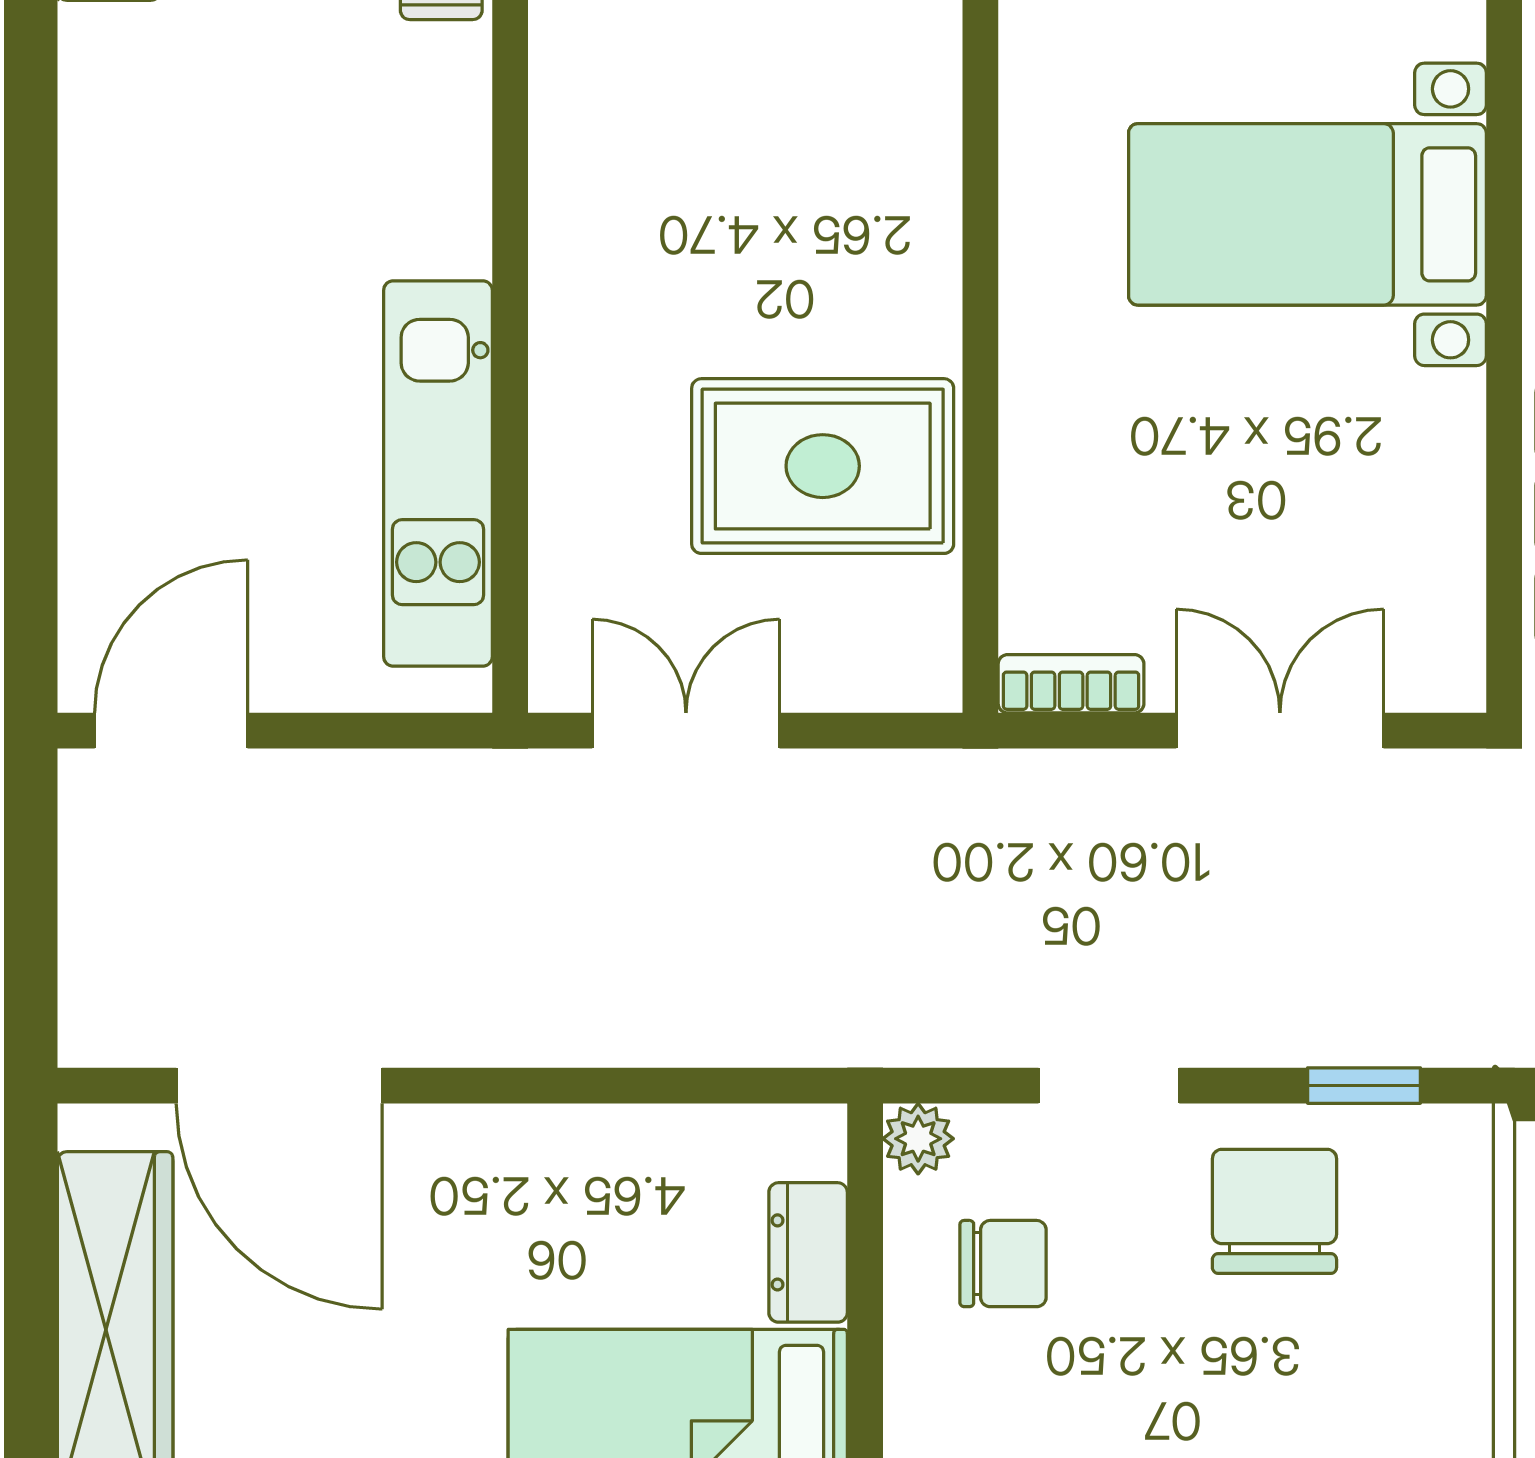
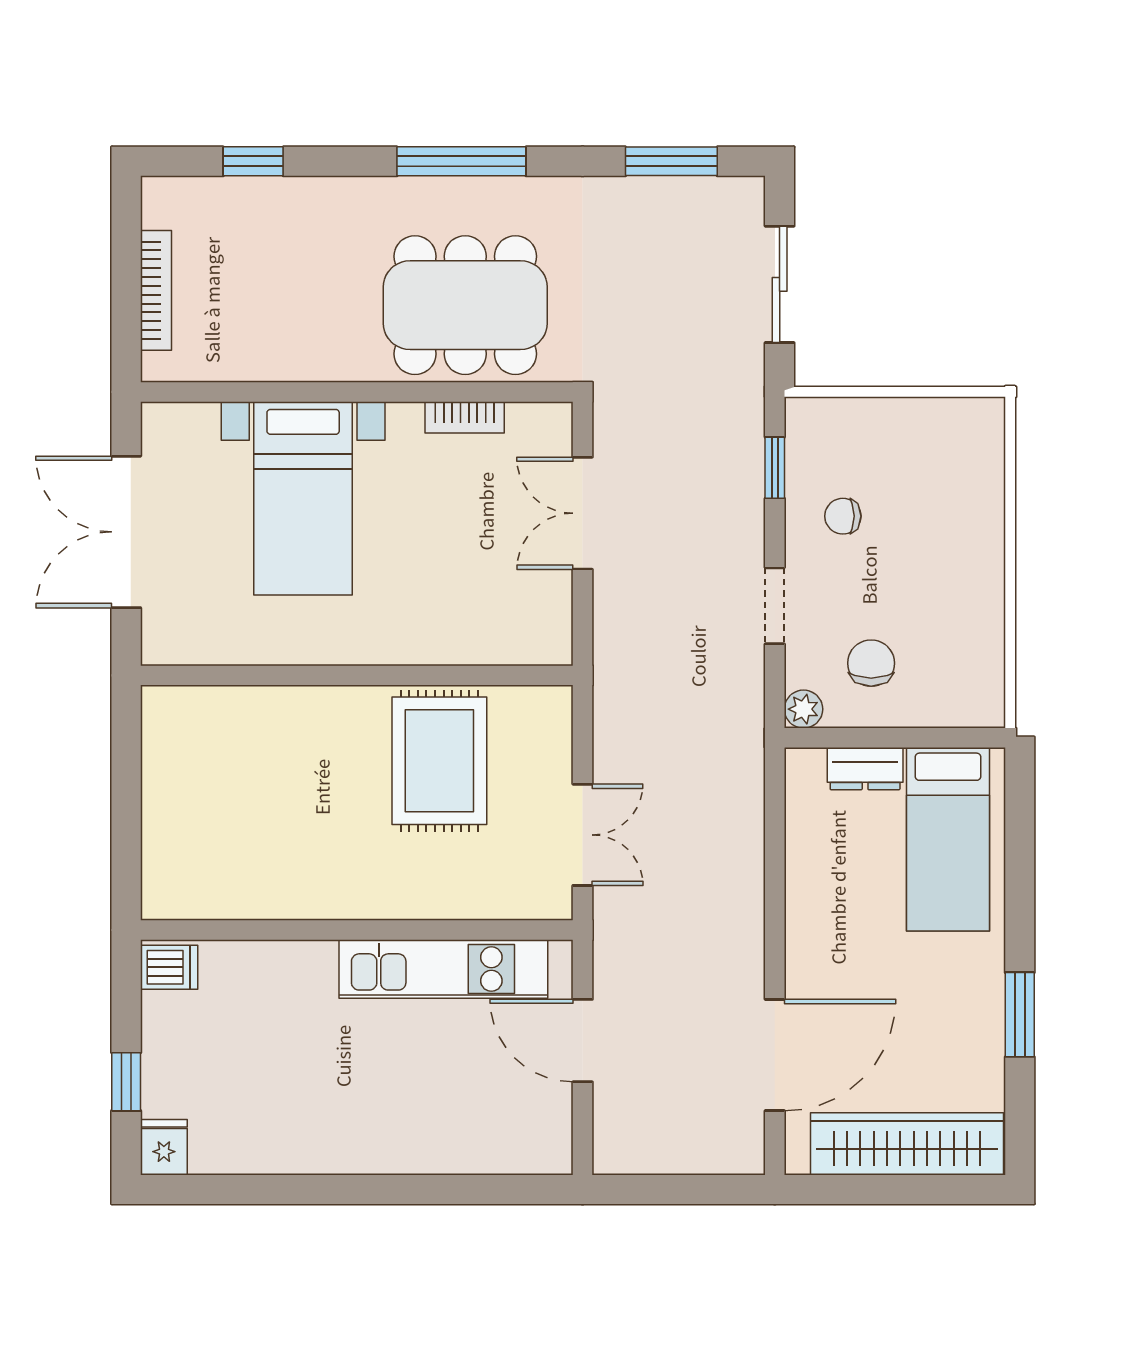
bookcase: (1071, 684) -> (465, 417), moved, turned -90
door: (171, 731) -> (583, 1041), moved
double door: (686, 731) -> (583, 835), swing flipped
chair: (1274, 1211) -> (843, 516), width x0.54, depth x0.54

